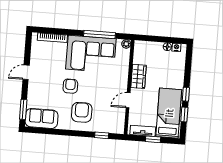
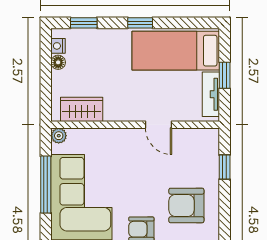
wardrobe: (139, 76) -> (82, 109), moved
window: (184, 114) -> (84, 23), moved

